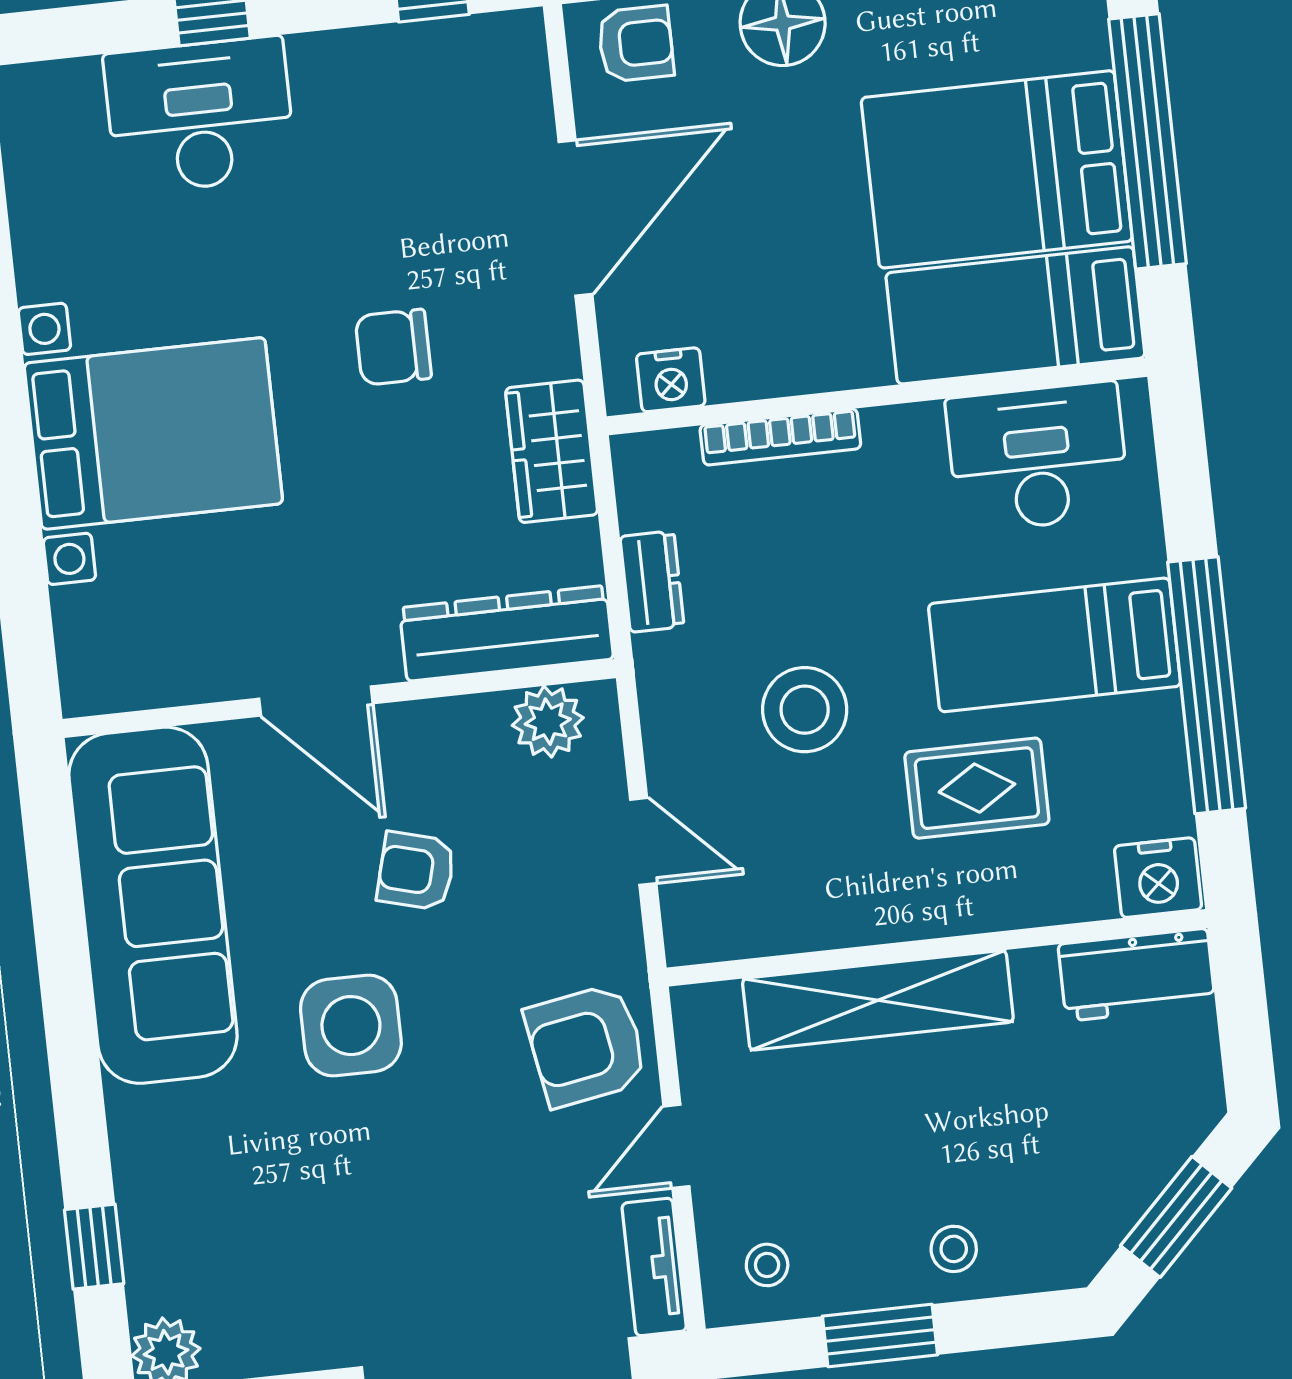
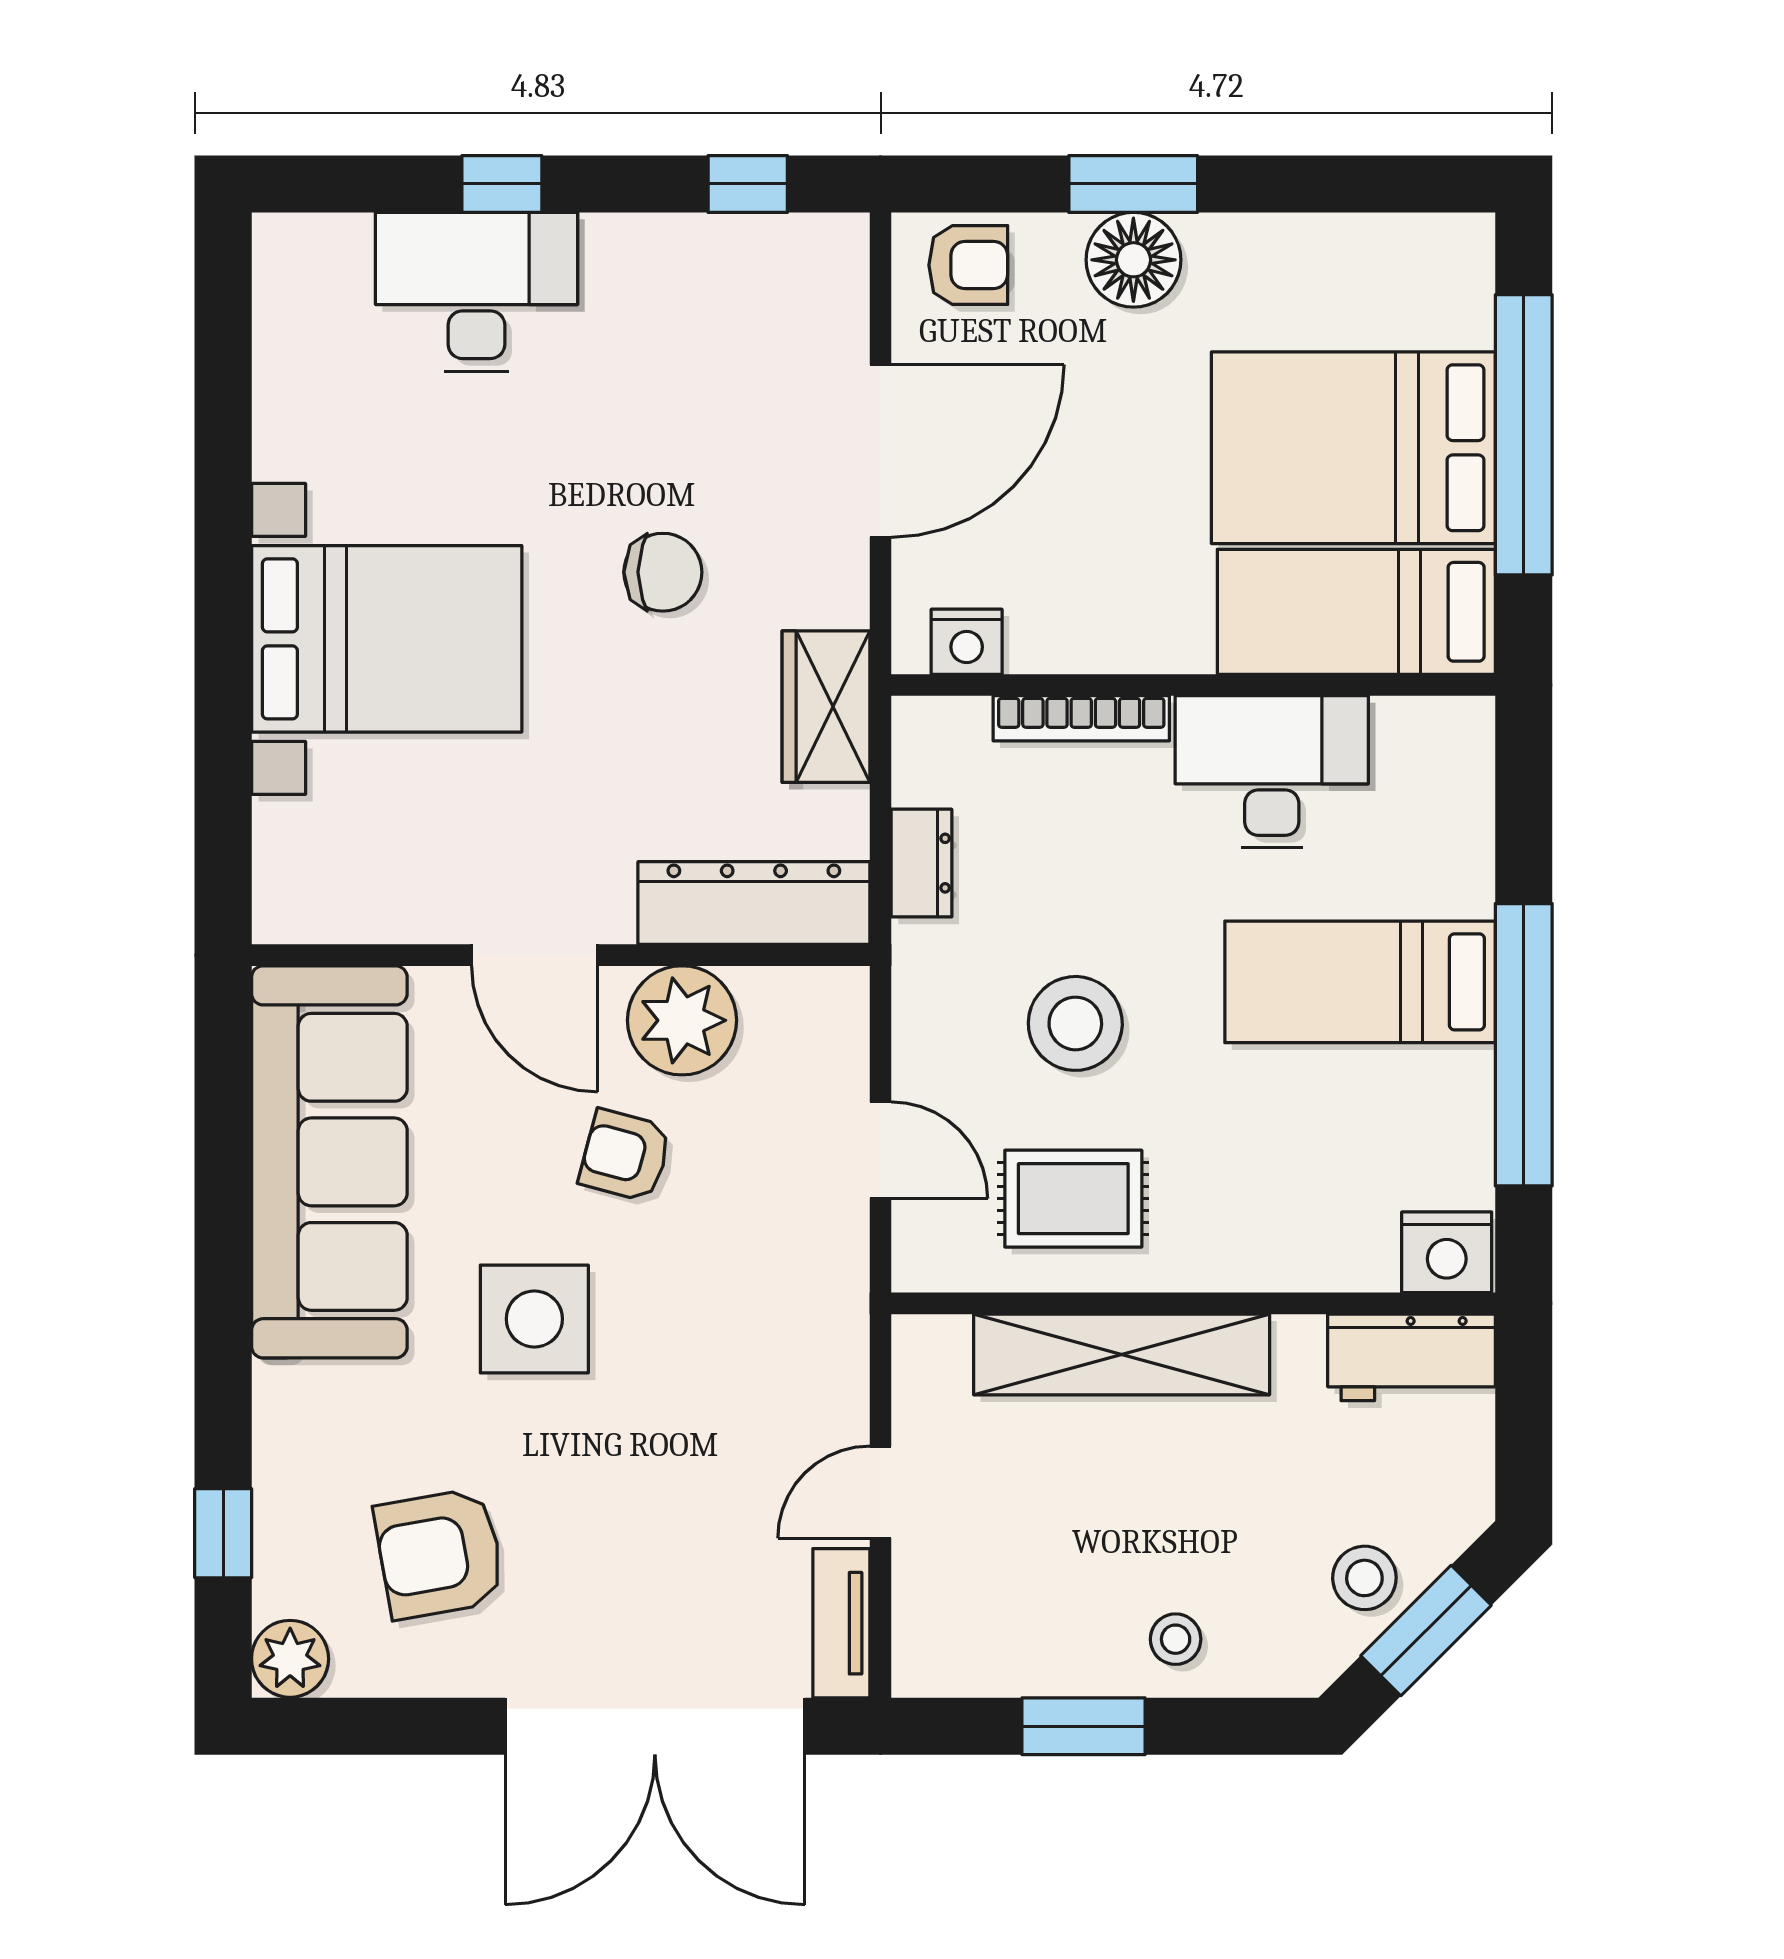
chair: (393, 347) -> (663, 572), turned 180
desk: (1038, 457) -> (1272, 772), moved
plant: (548, 722) -> (682, 1020), moved, width x1.36, depth x1.36
rug: (977, 788) -> (1073, 1199), moved
armchair: (586, 1045) -> (440, 1554), moved
stool: (767, 1265) -> (1364, 1578), moved, width x1.37, depth x1.37

